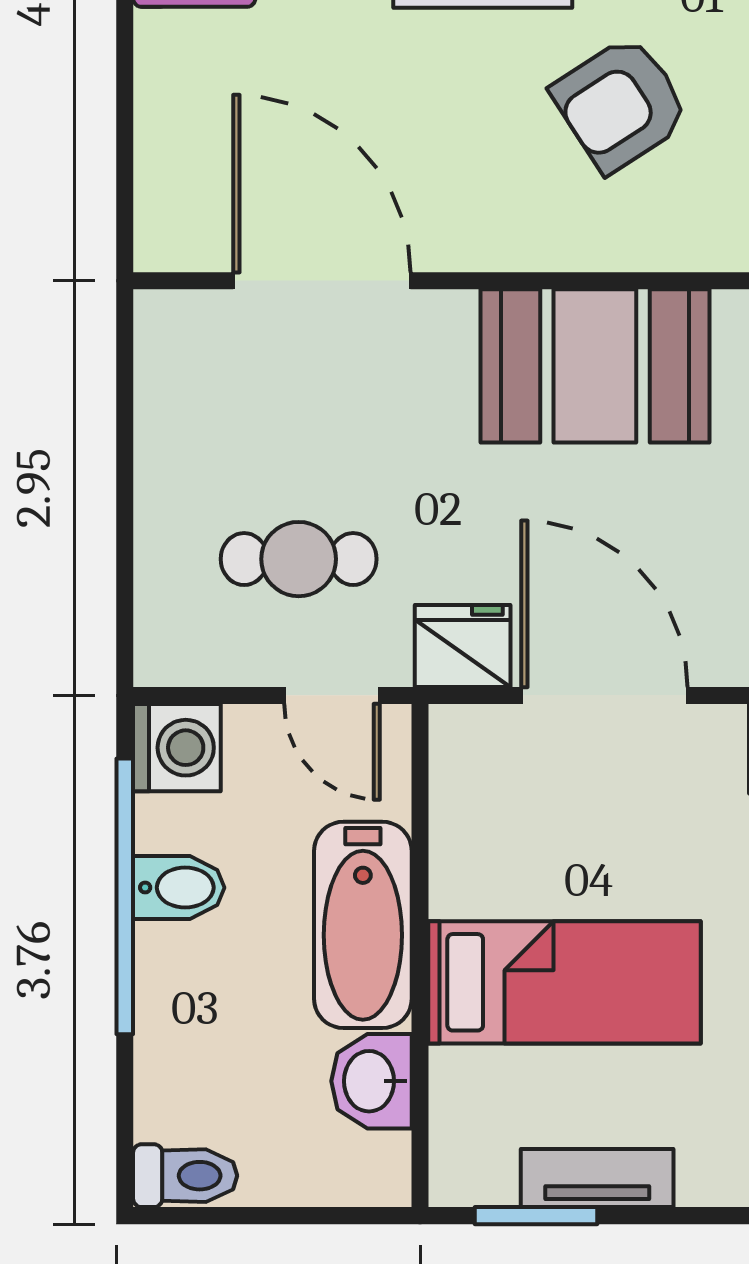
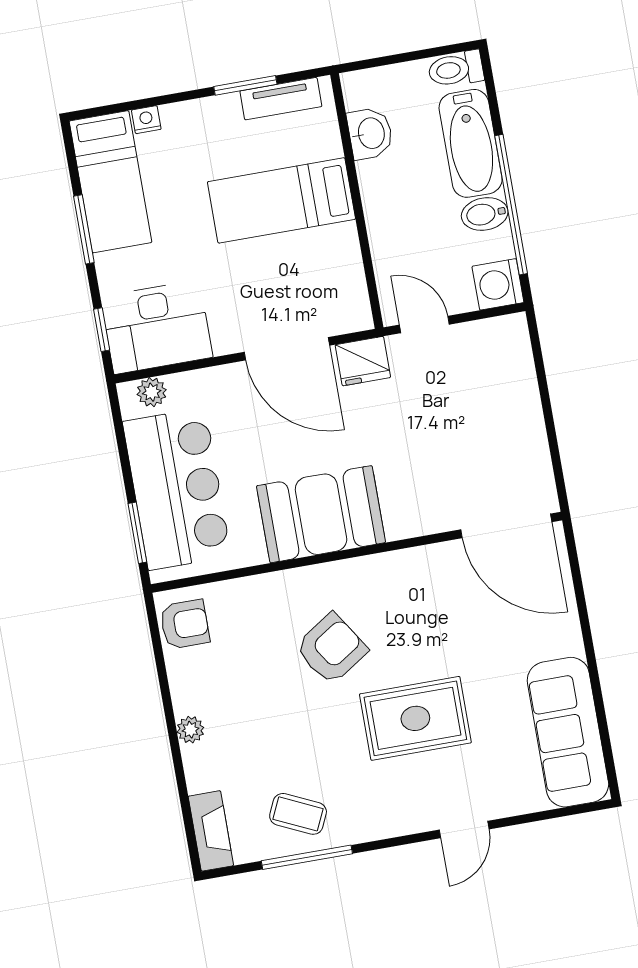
door: (322, 281) -> (506, 526), moved
cafe table: (299, 559) -> (453, 390), removed
bathtub: (363, 925) -> (471, 143), moved, turned 180
tv unit: (597, 1178) -> (281, 99), moved
window: (536, 1216) -> (245, 85), moved

